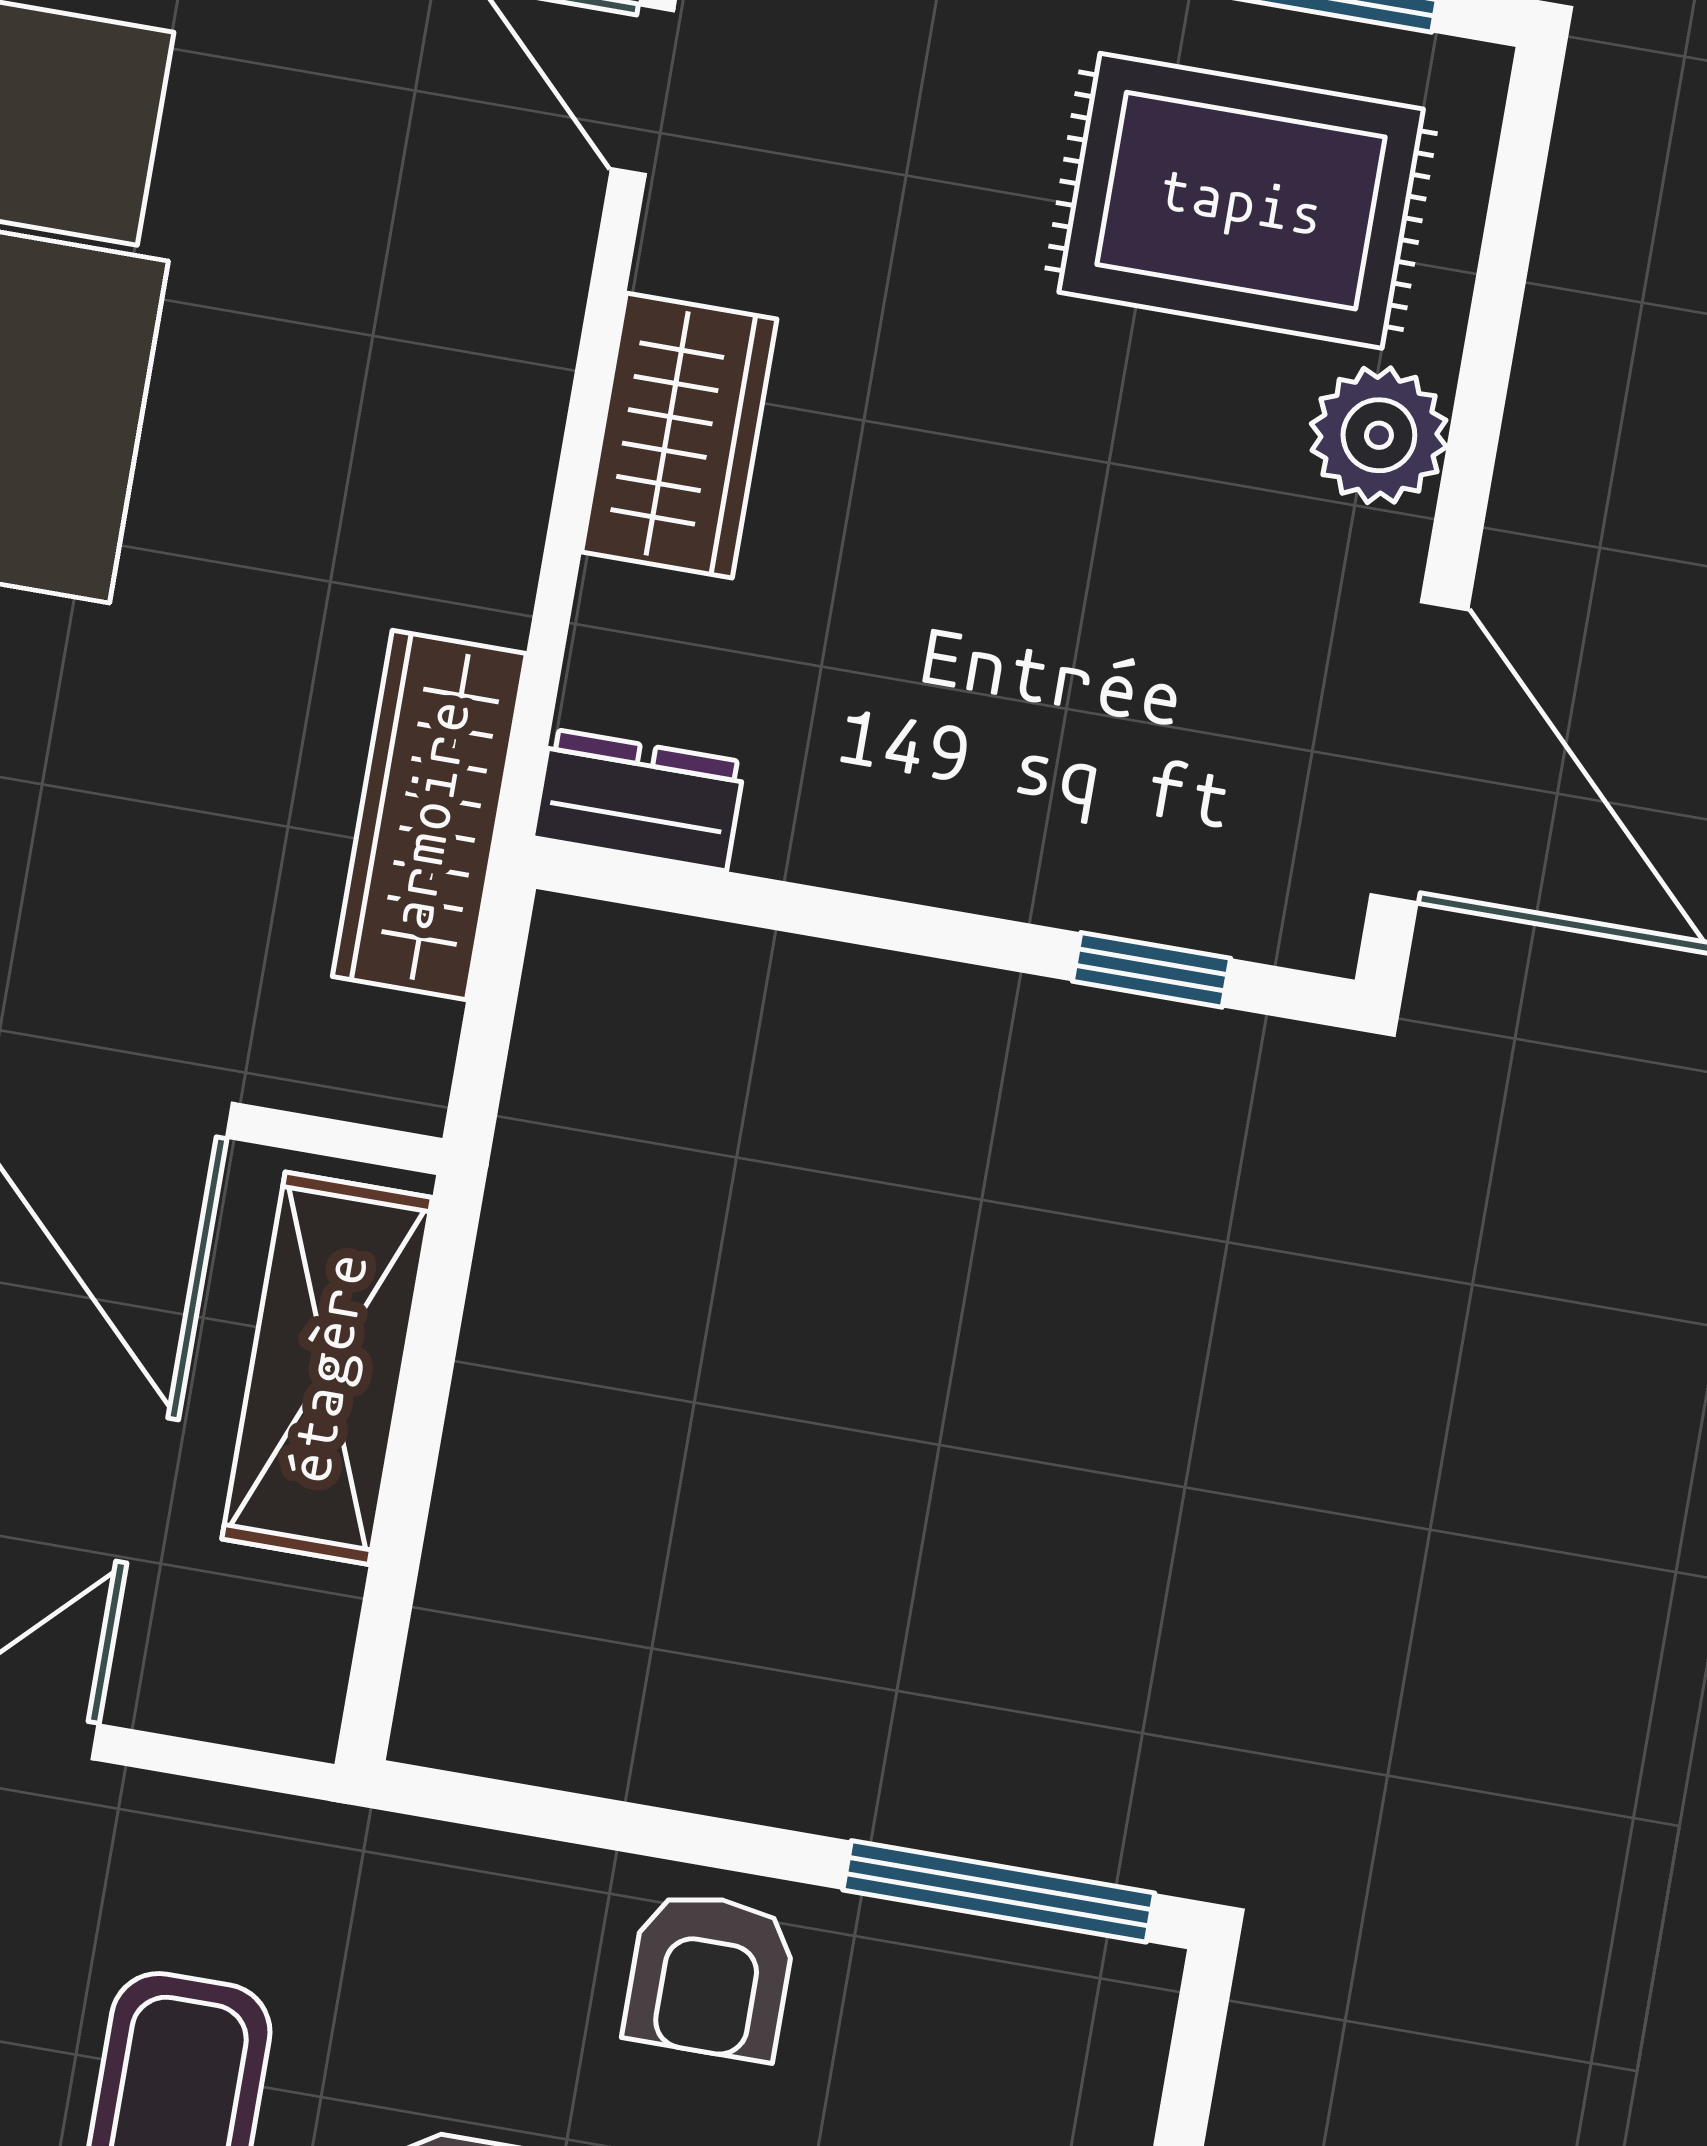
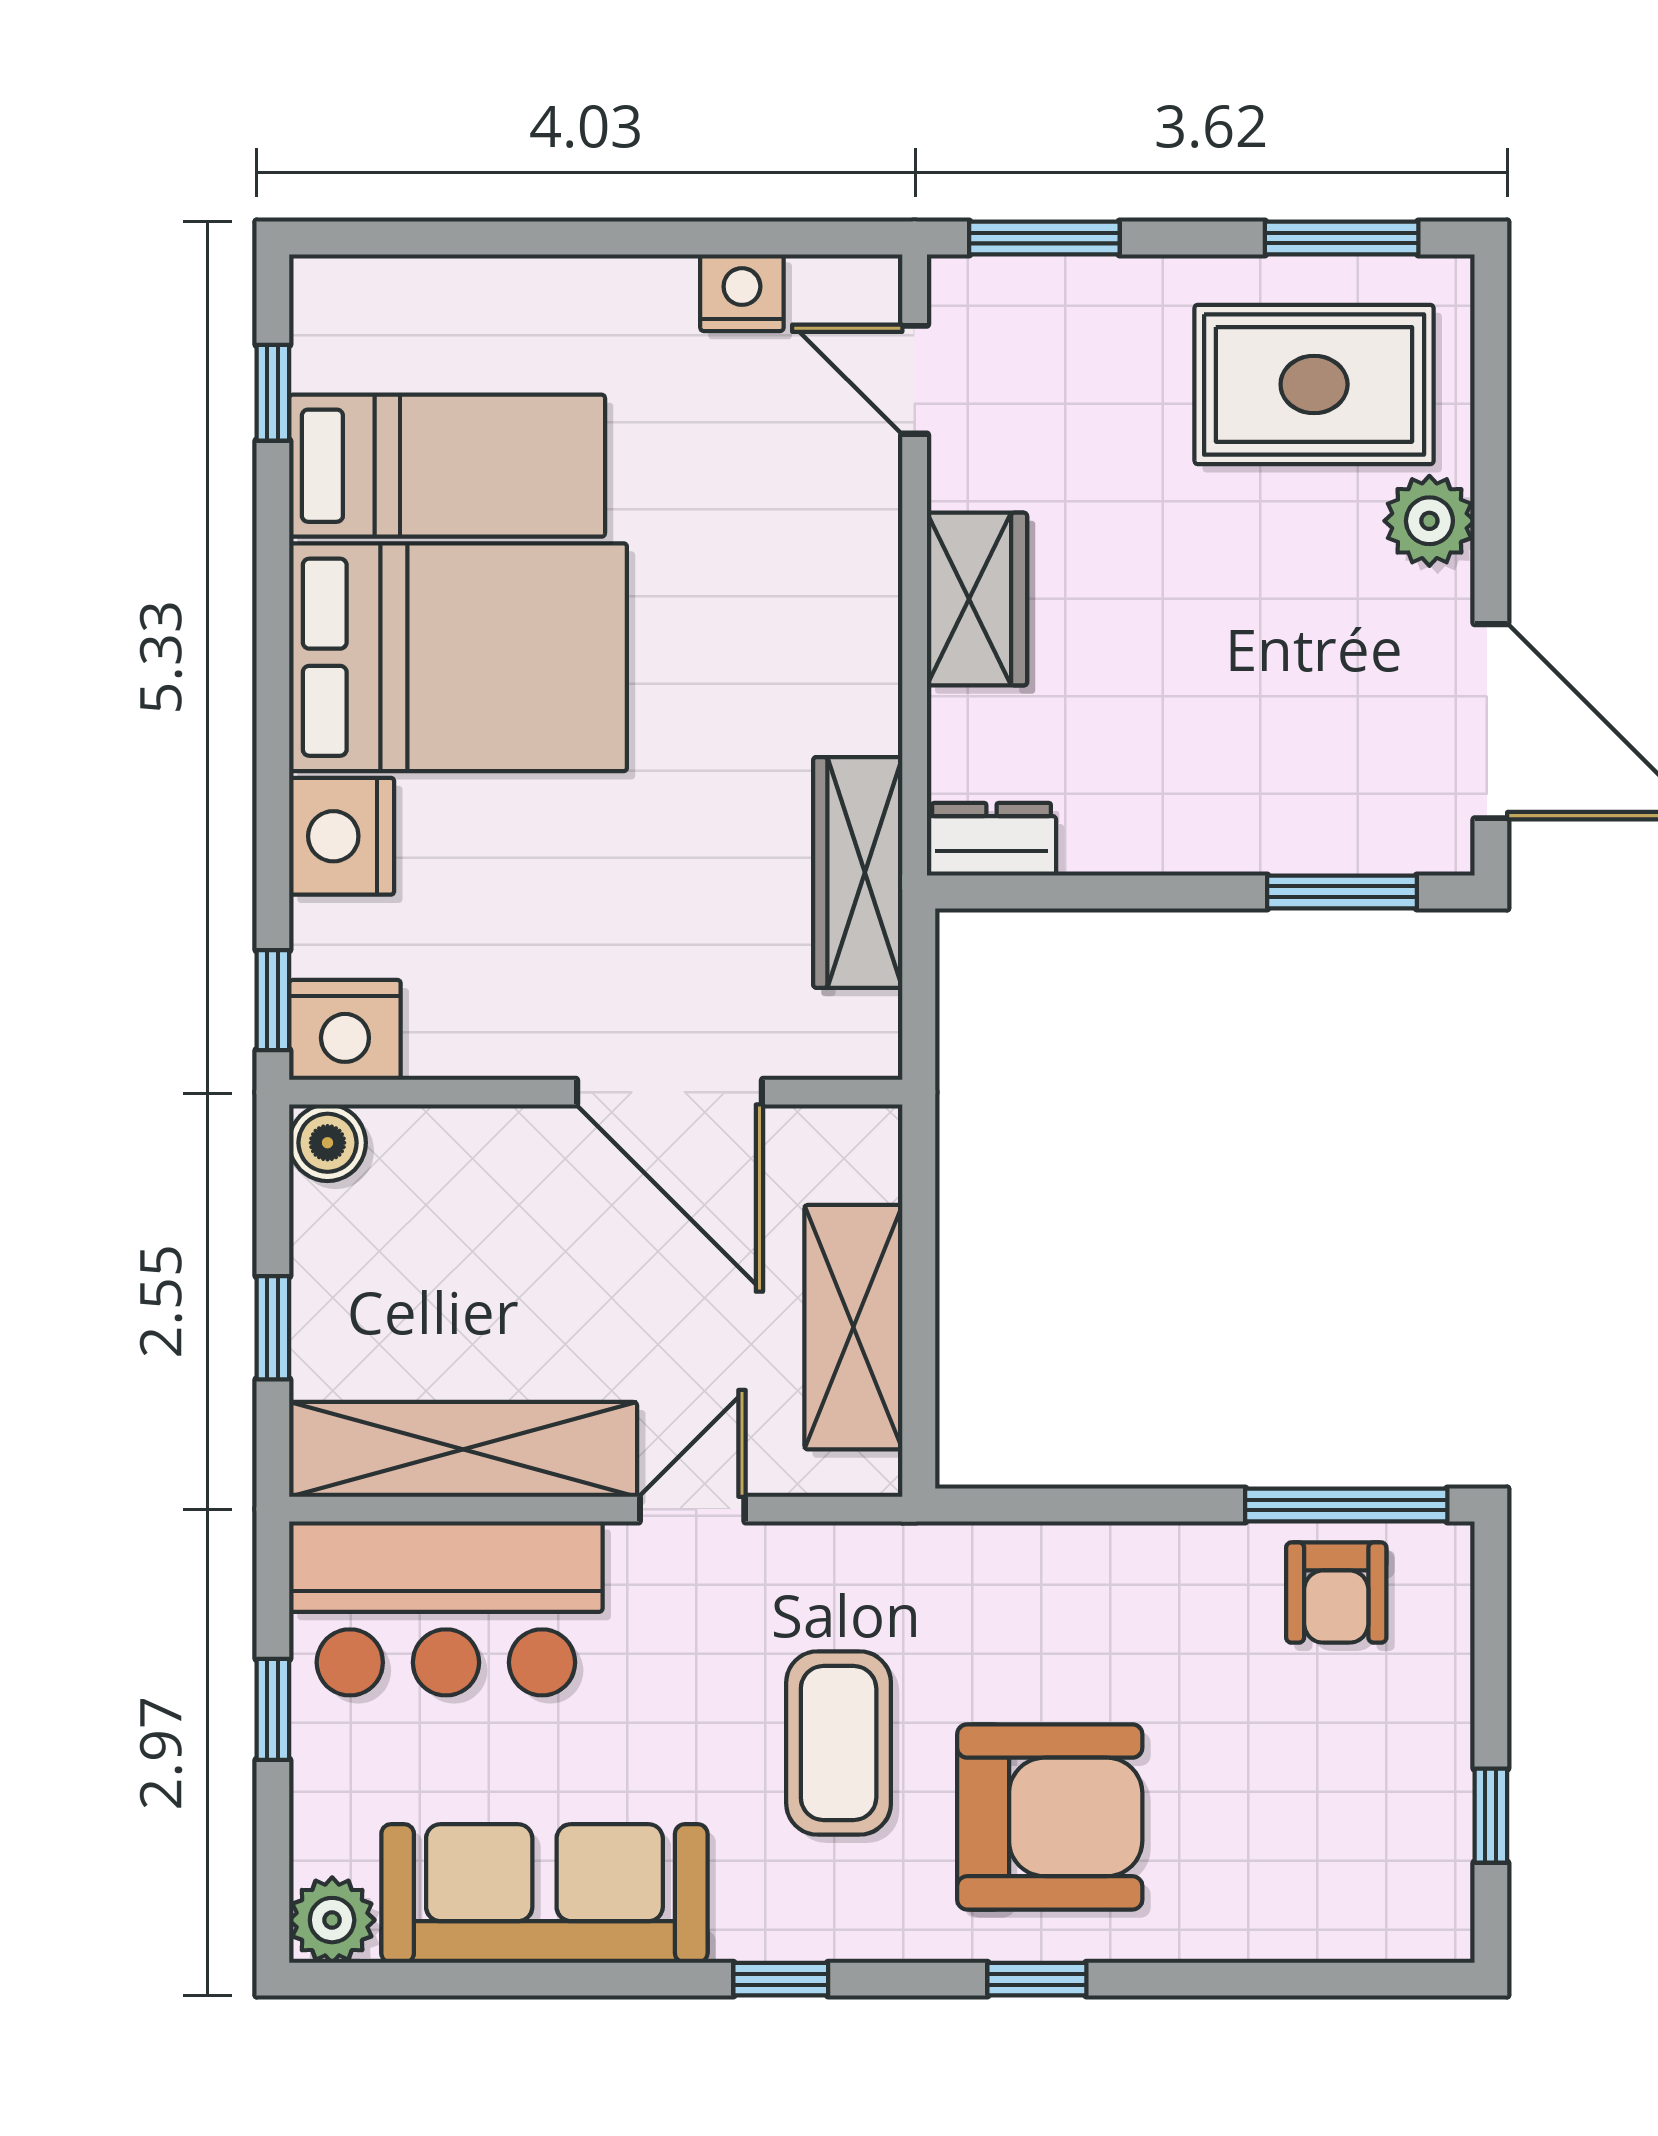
window: (1151, 970) -> (1342, 892), width x1.50
shelving: (327, 1368) -> (853, 1327), moved
armchair: (710, 1975) -> (1336, 1593), moved

